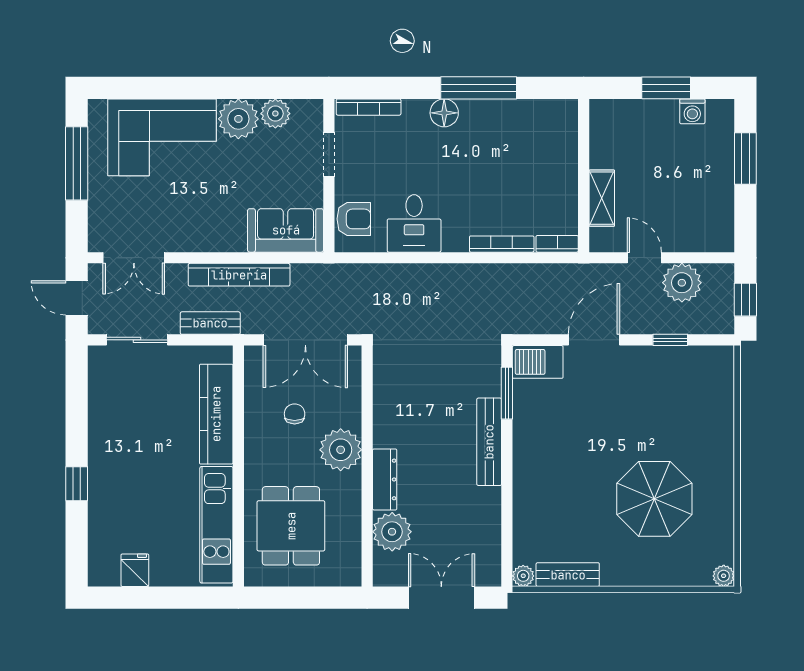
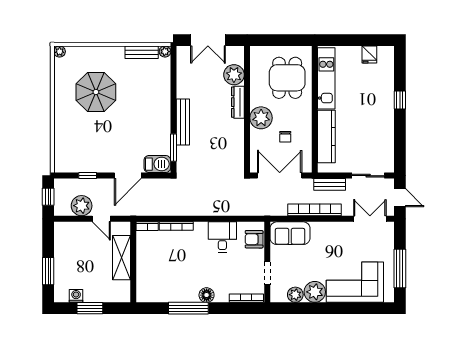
shelving: (602, 198) -> (121, 258), width x1.50, depth x1.33

